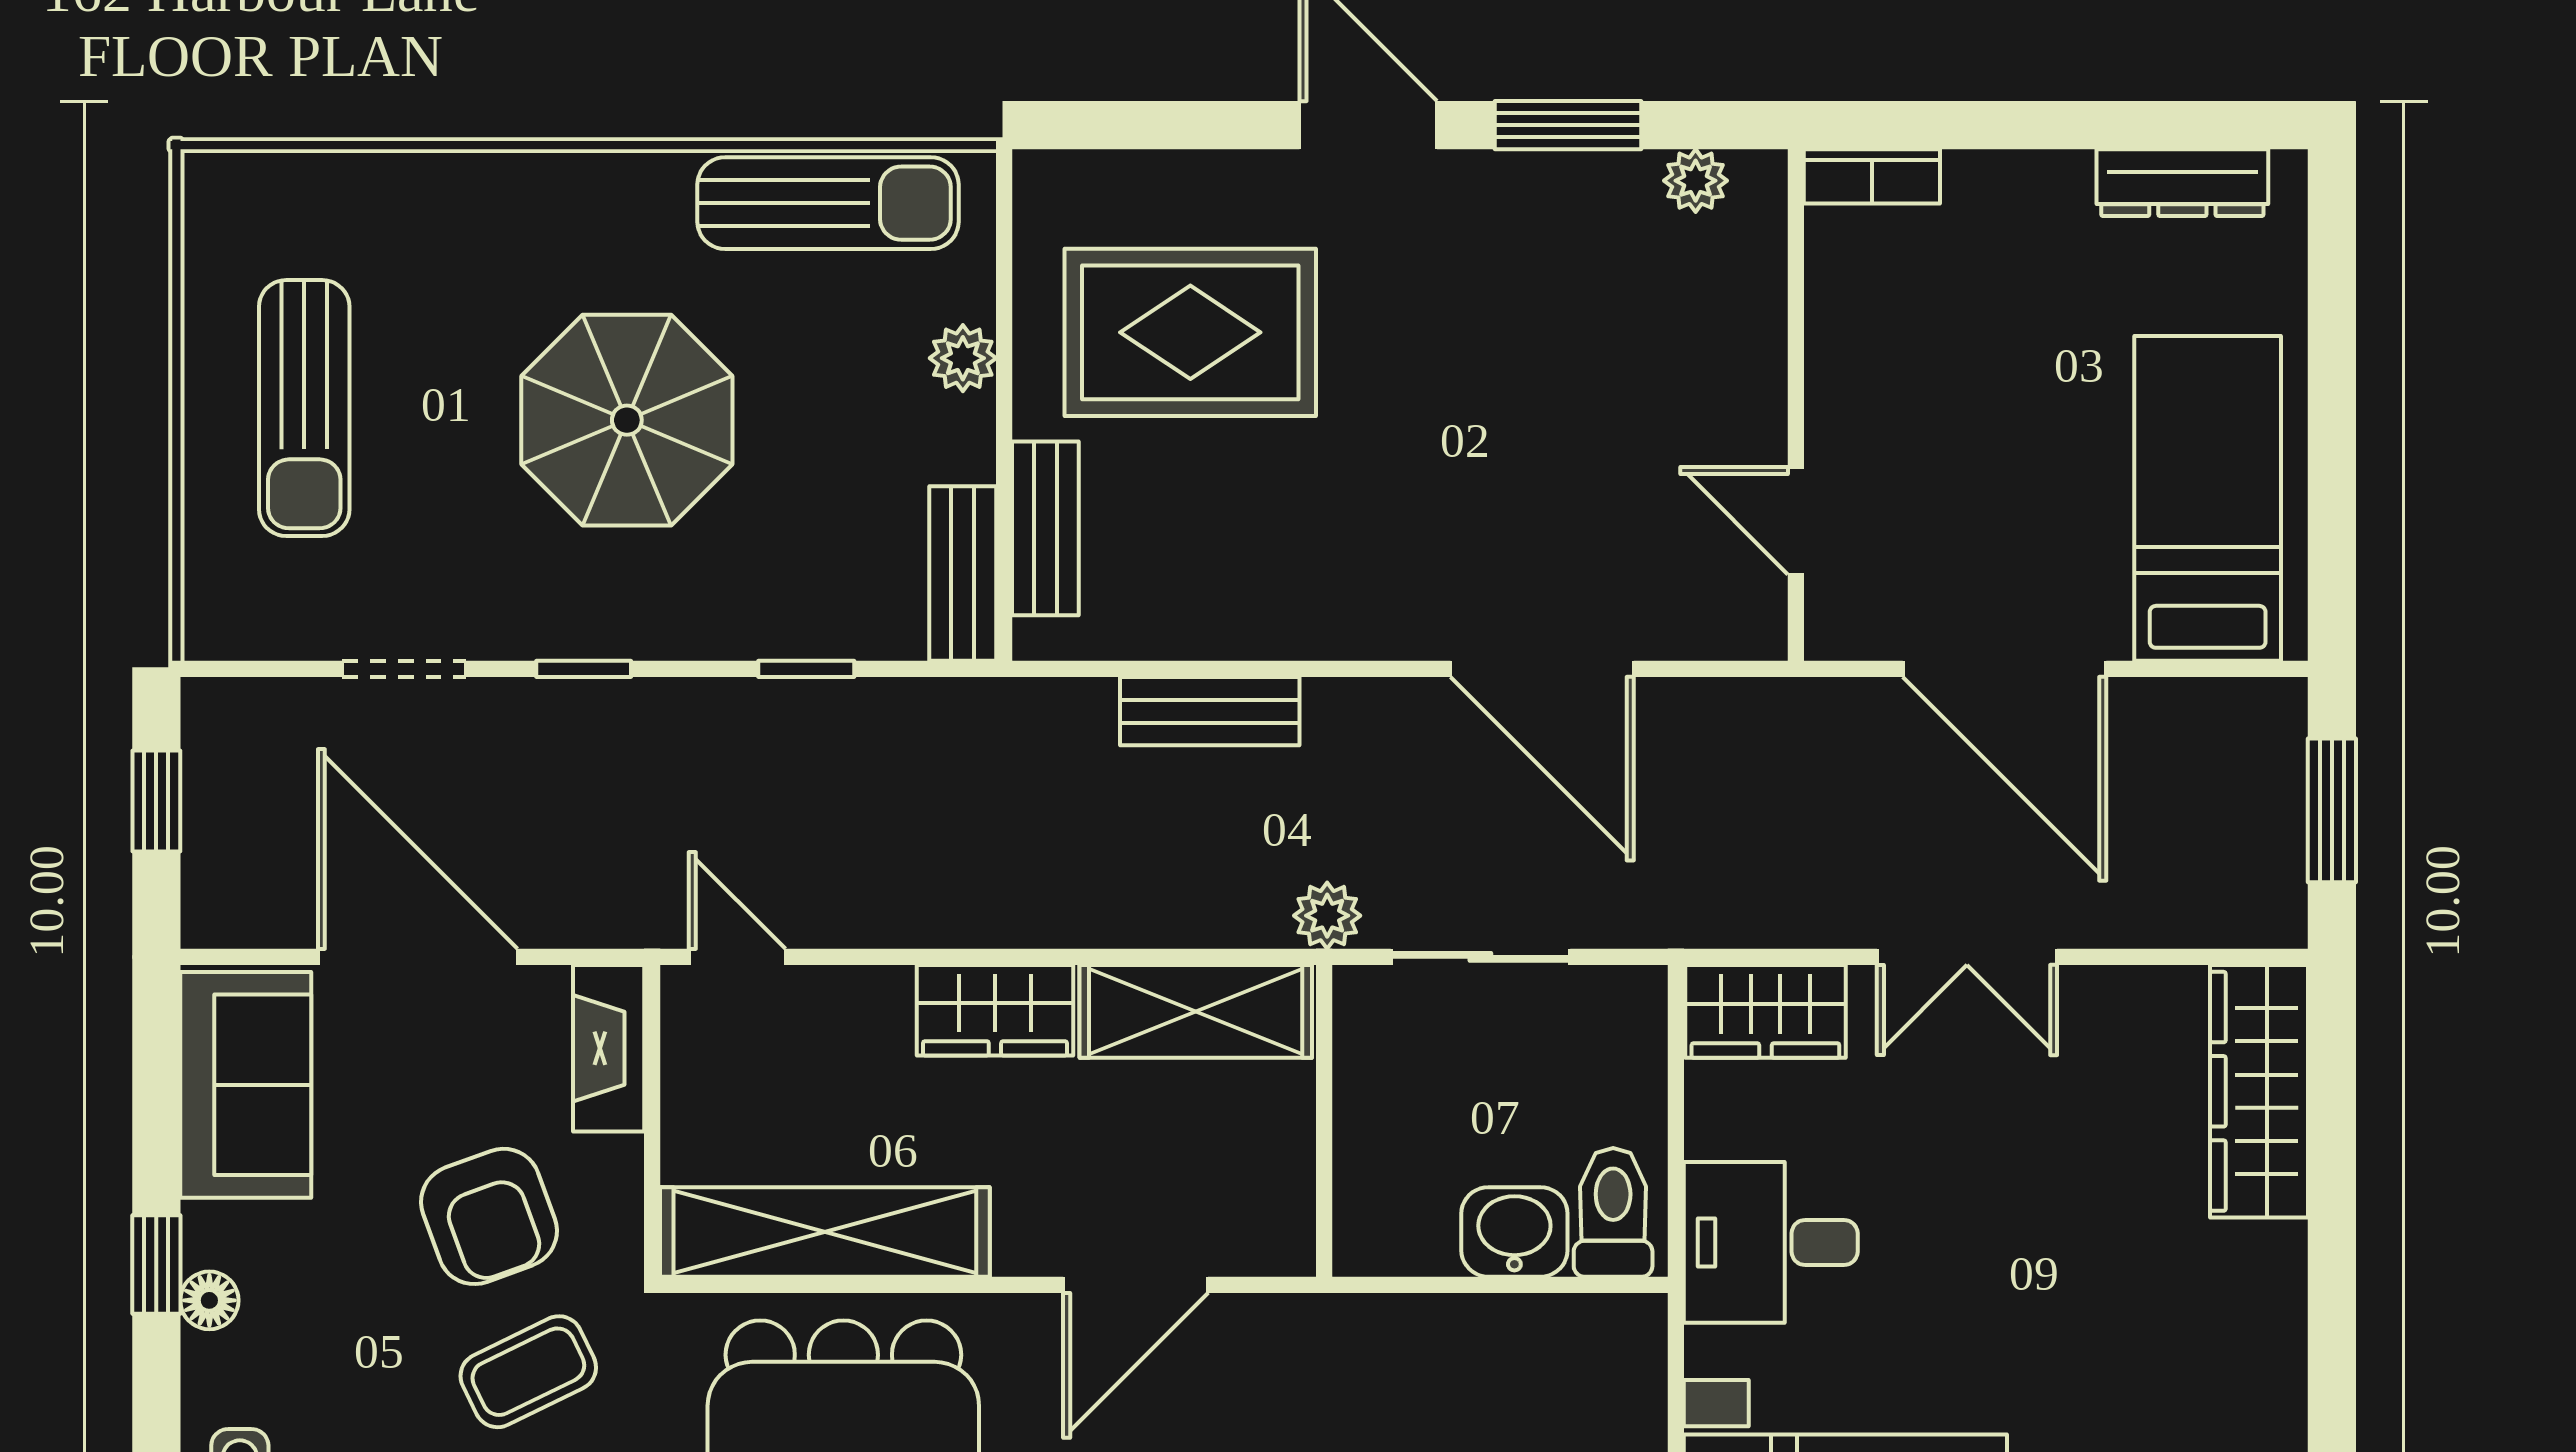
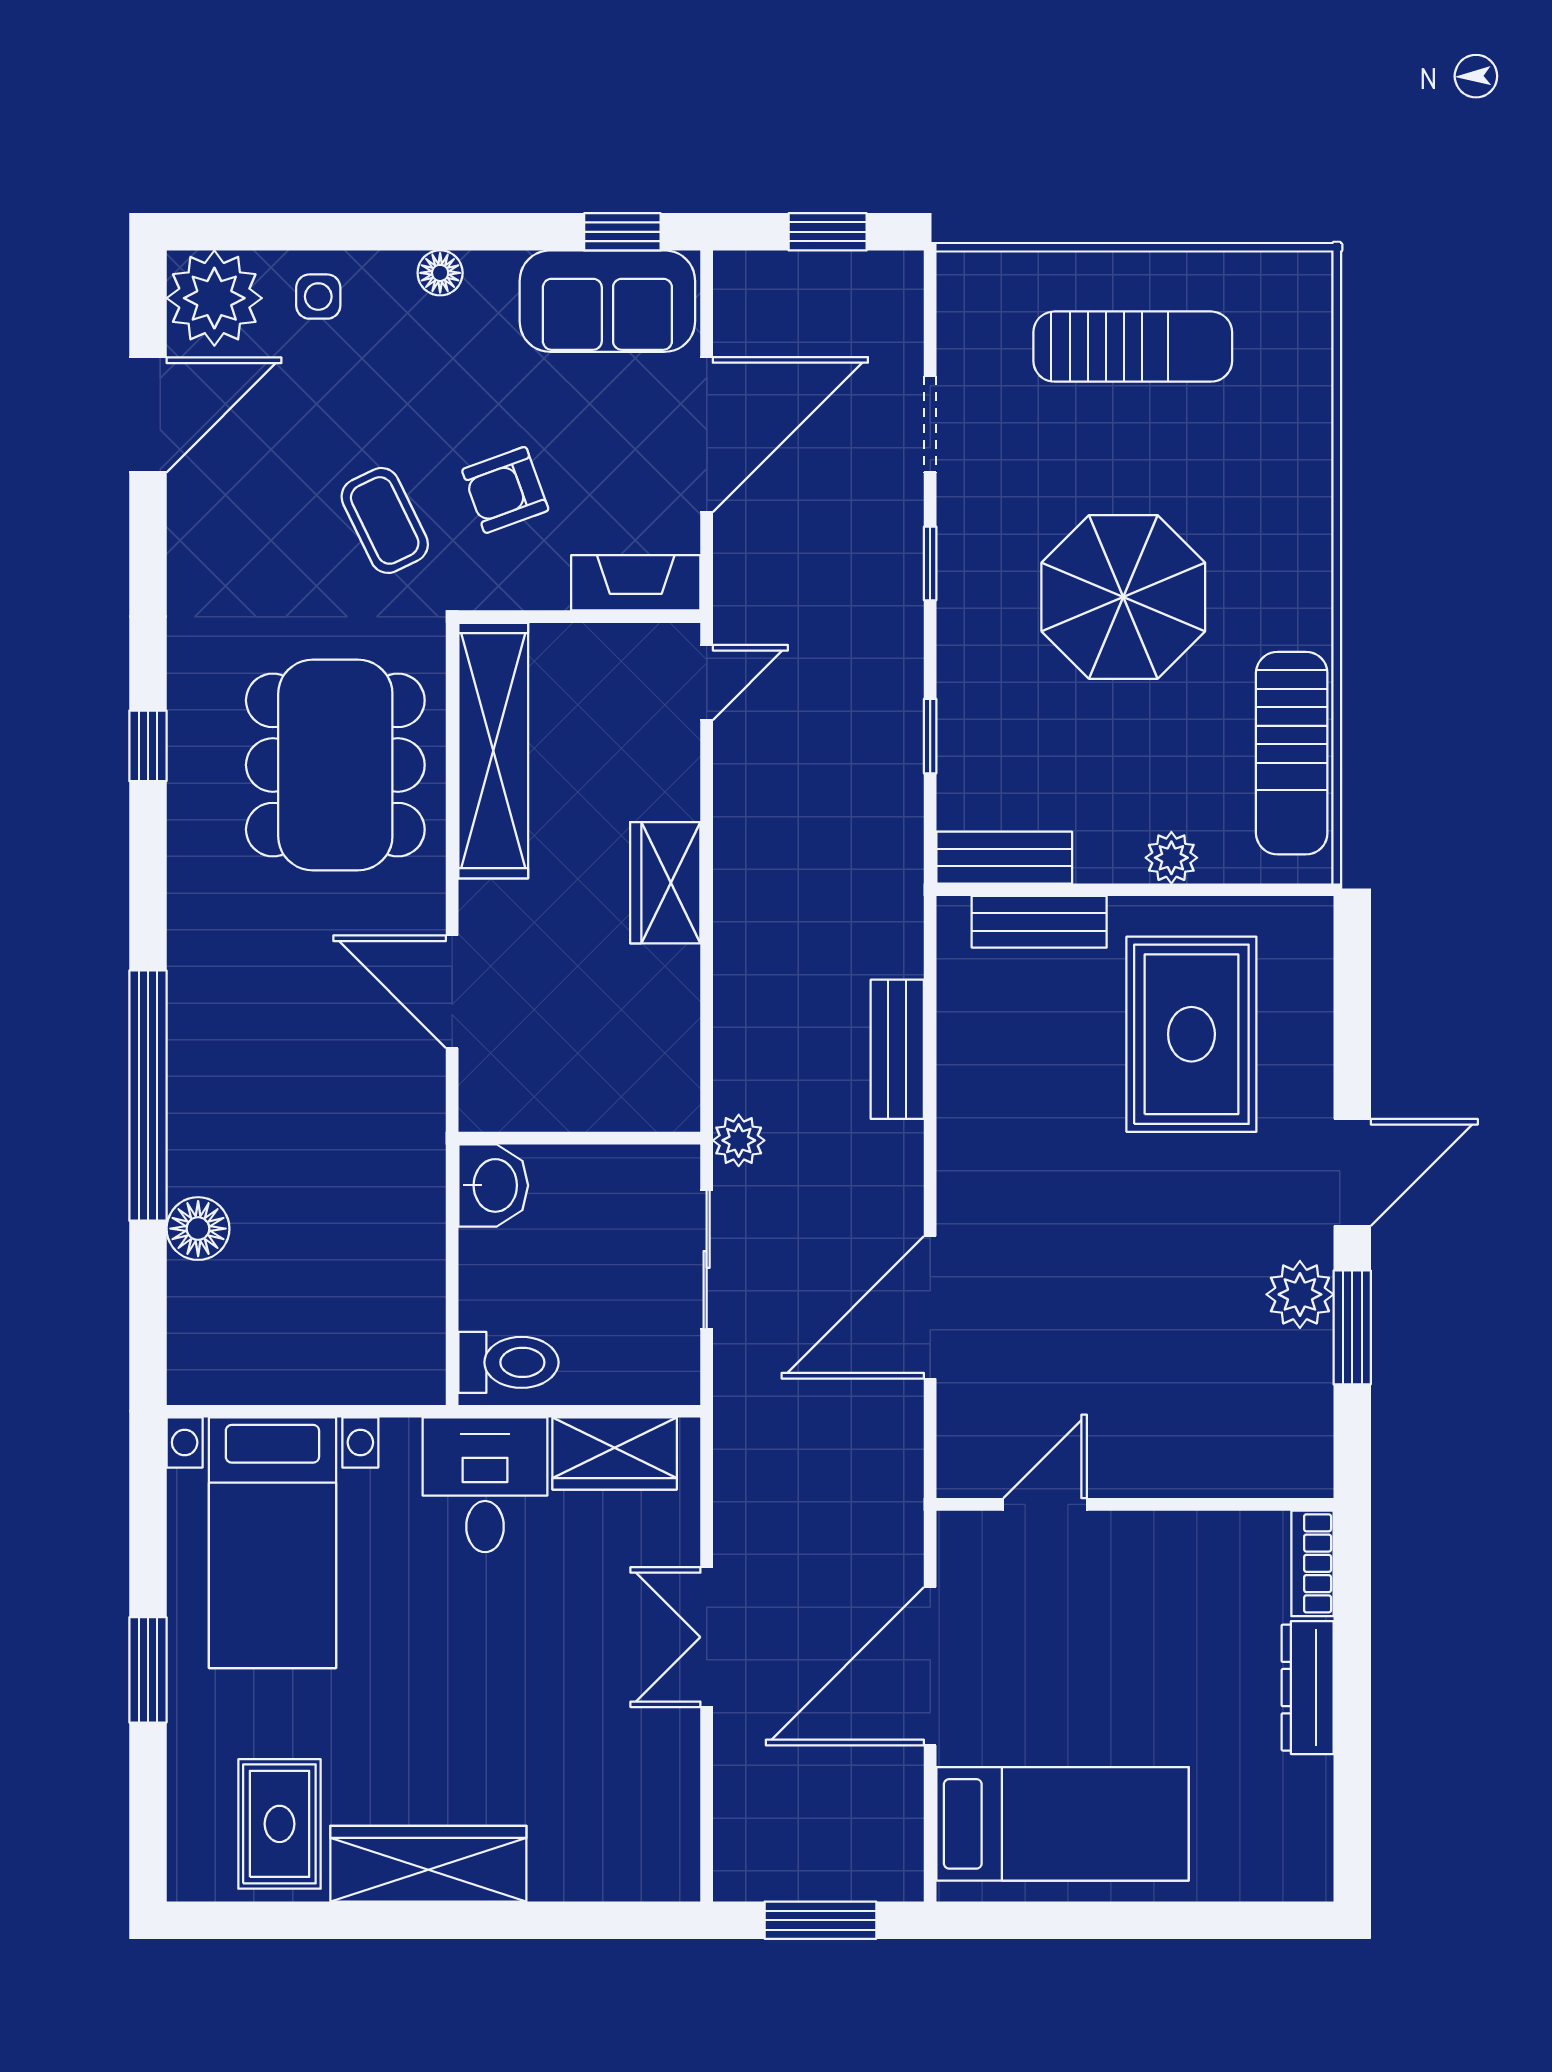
plant: (1696, 181) -> (1300, 1294), moved, width x1.38, depth x1.38
dresser: (2182, 183) -> (1308, 1688), moved
sun lounger: (304, 408) -> (1133, 347), turned 180
shelving: (1196, 1011) -> (664, 1038), removed
wardrobe: (1765, 1011) -> (615, 1454), moved, turned -90
wardrobe: (2259, 1091) -> (428, 1864), moved
armchair: (489, 1216) -> (505, 490), width x0.72, depth x0.72
washbasin: (1514, 1232) -> (493, 1185), moved
window: (156, 1265) -> (622, 232), moved

